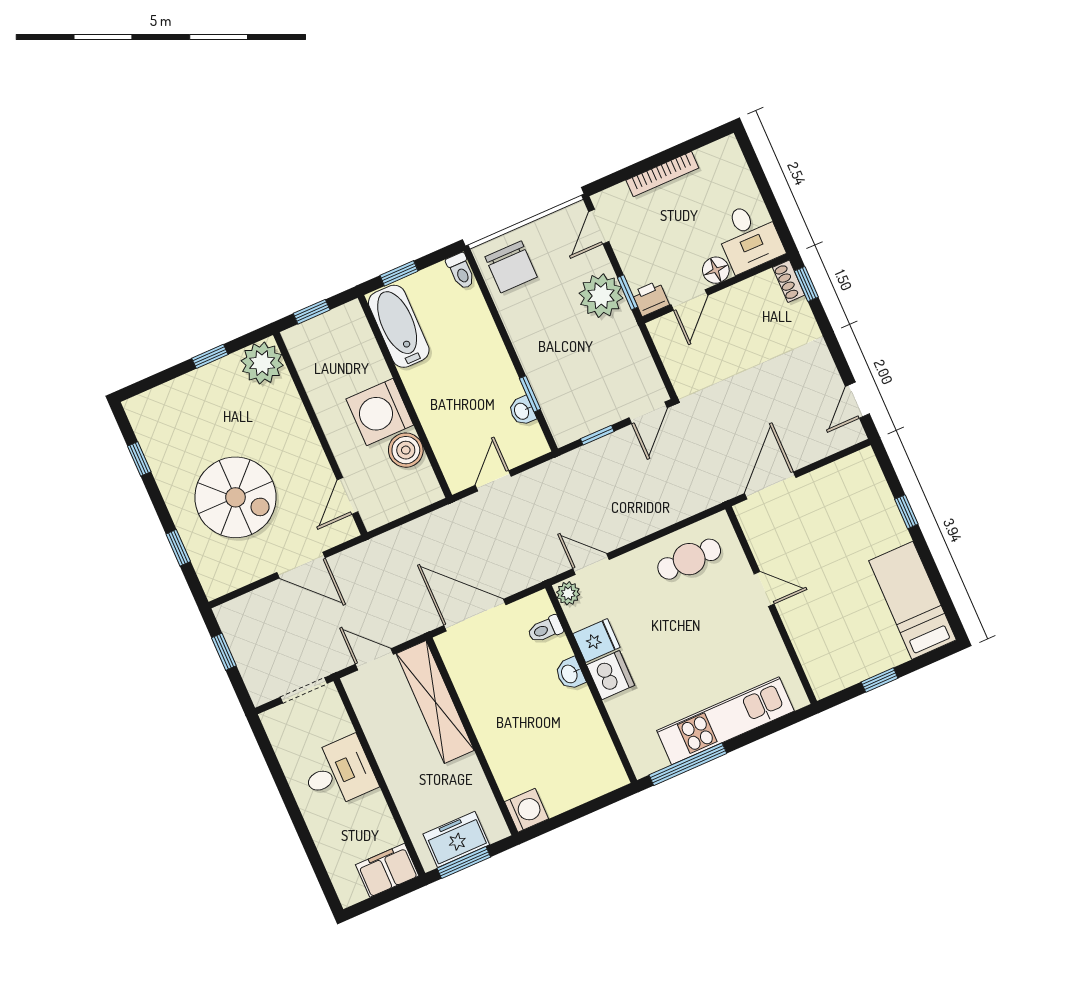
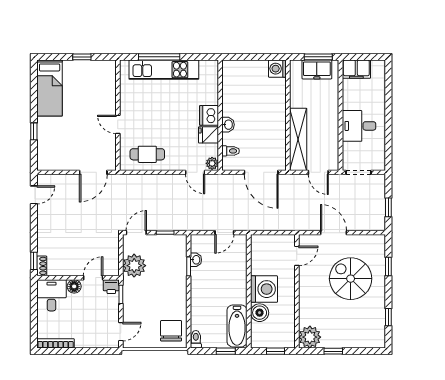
bookcase: (662, 174) -> (56, 343), moved
plant: (601, 296) -> (134, 266), moved
boiler: (406, 450) -> (260, 313), moved
window: (688, 764) -> (159, 57), moved

